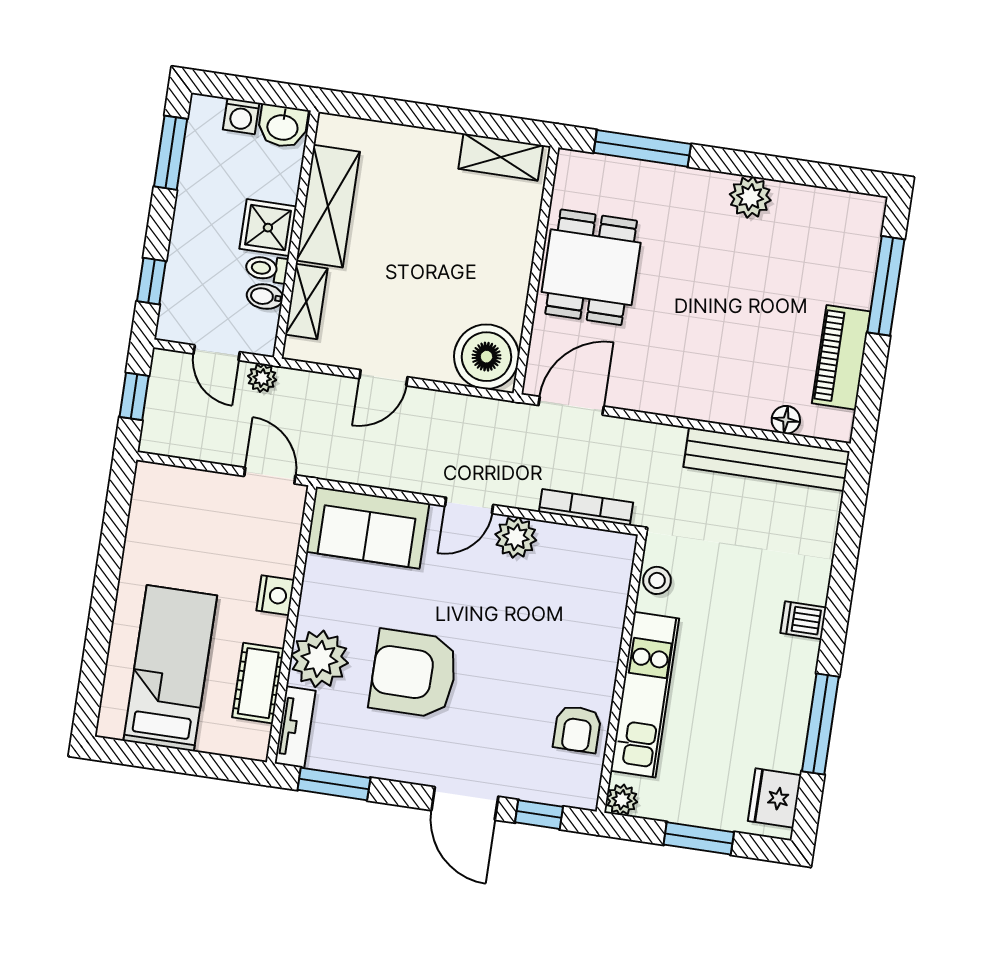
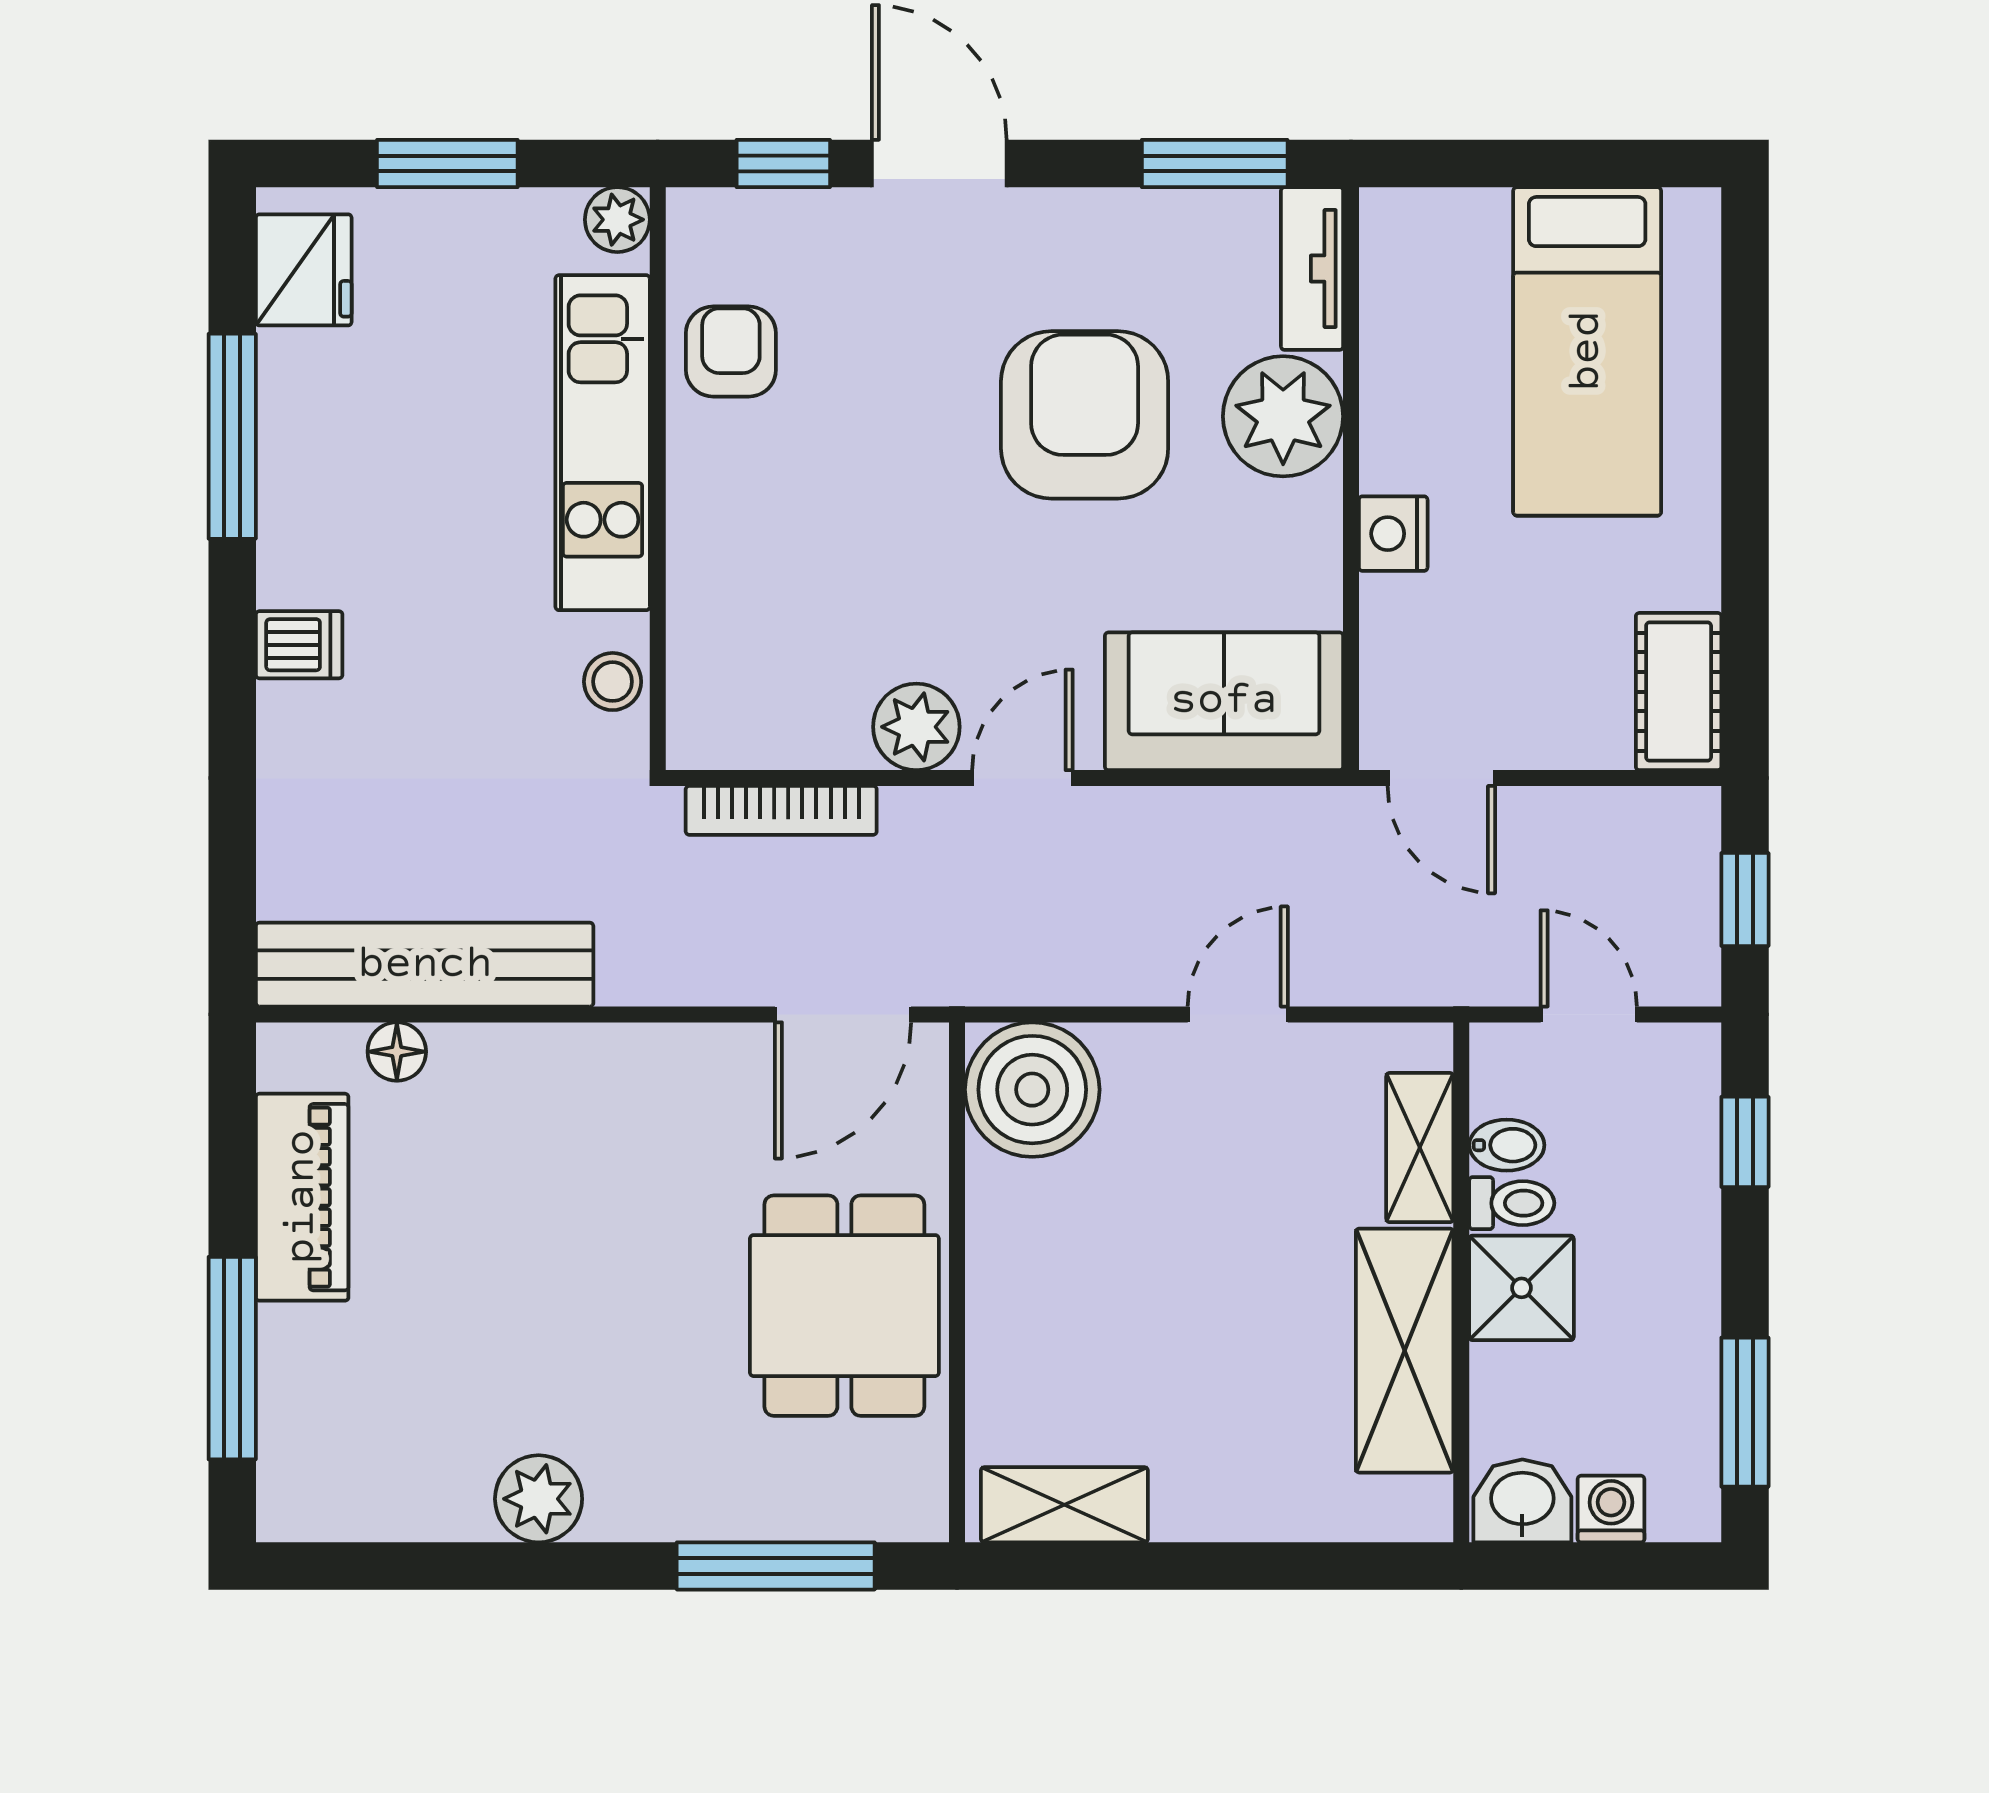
plant: (262, 378) -> (1487, 977), removed
armchair: (414, 674) -> (1085, 415), turned -90
cot: (258, 683) -> (1679, 692), moved

